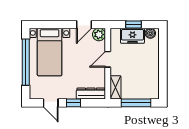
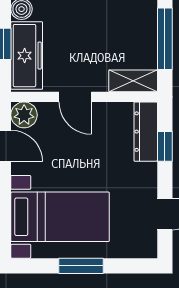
freezer: (132, 36) -> (27, 56), width x1.40
window: (26, 62) -> (81, 266), width x0.47
window: (73, 103) -> (165, 146), moved

